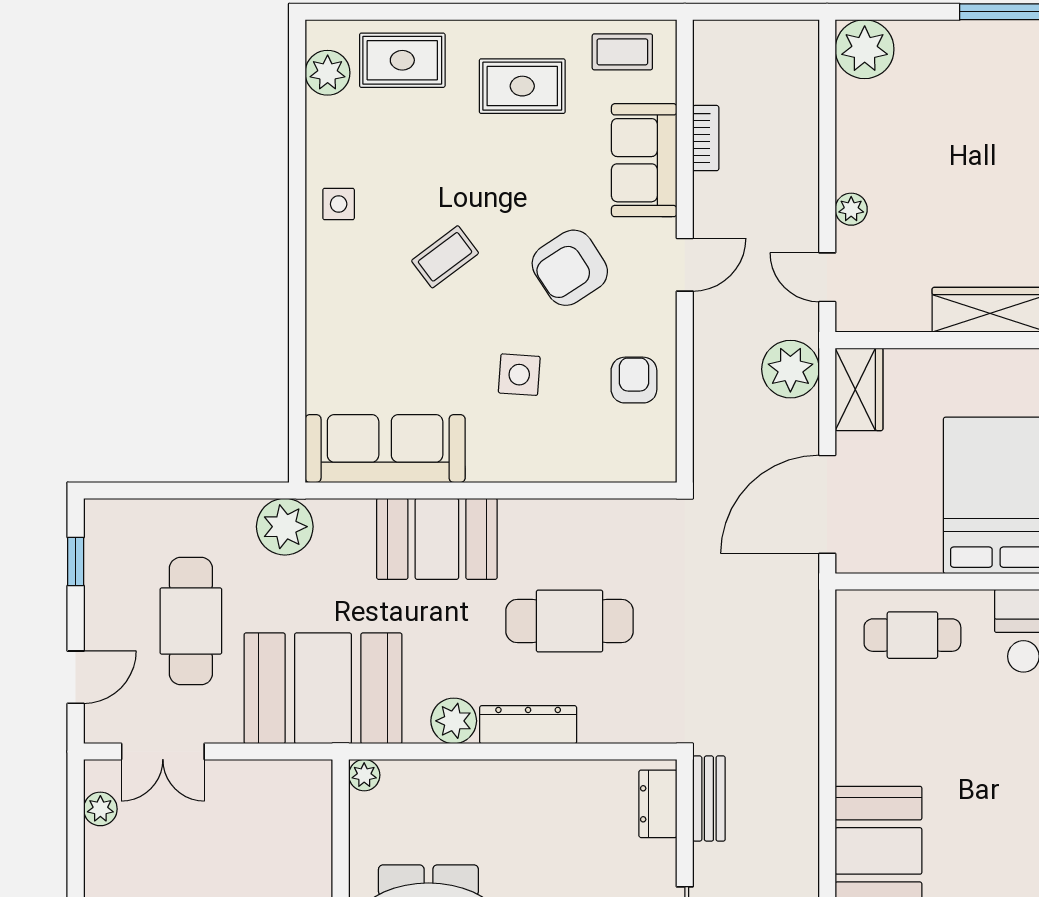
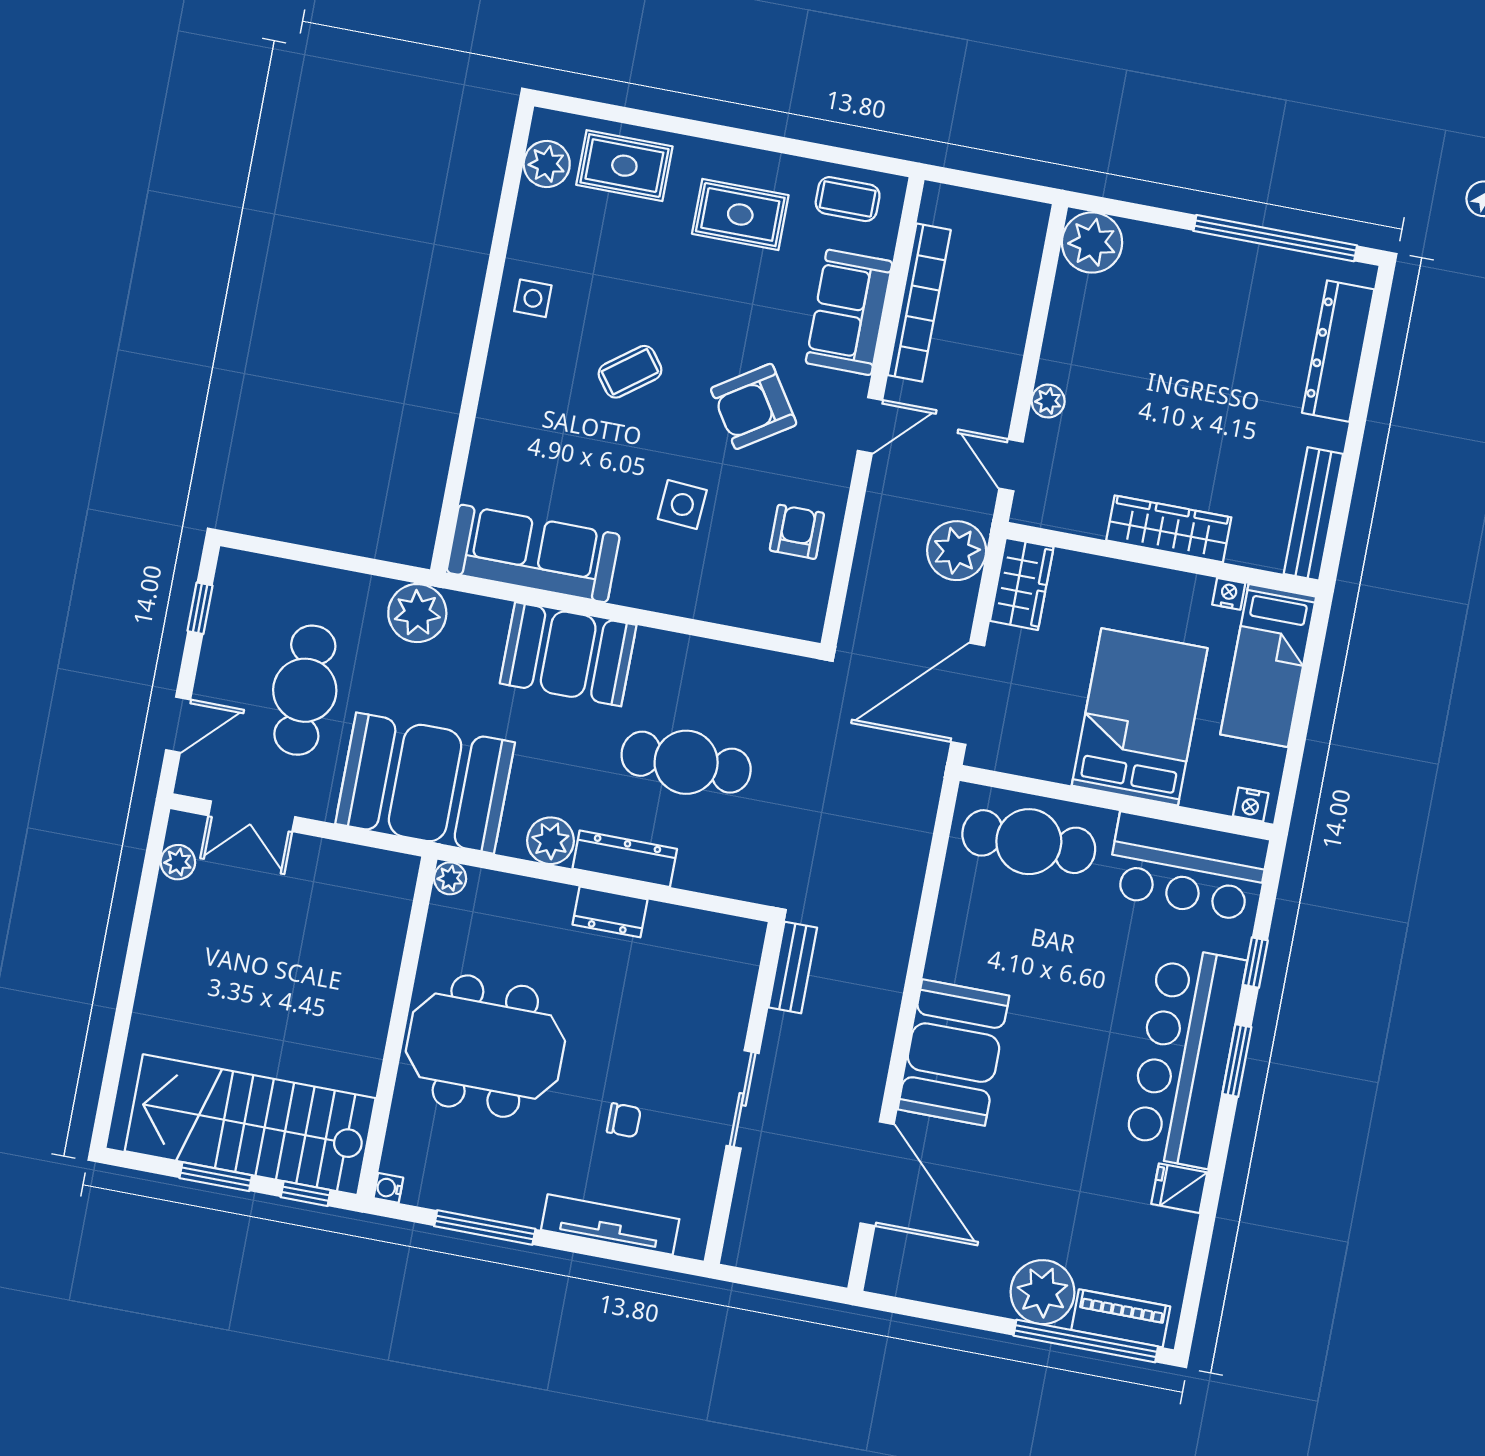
bookcase: (706, 138) -> (919, 303), width x2.31, depth x1.31
cafe table: (912, 635) -> (1029, 842), width x1.37, depth x1.35
dresser: (658, 804) -> (610, 912), moved, turned -90

